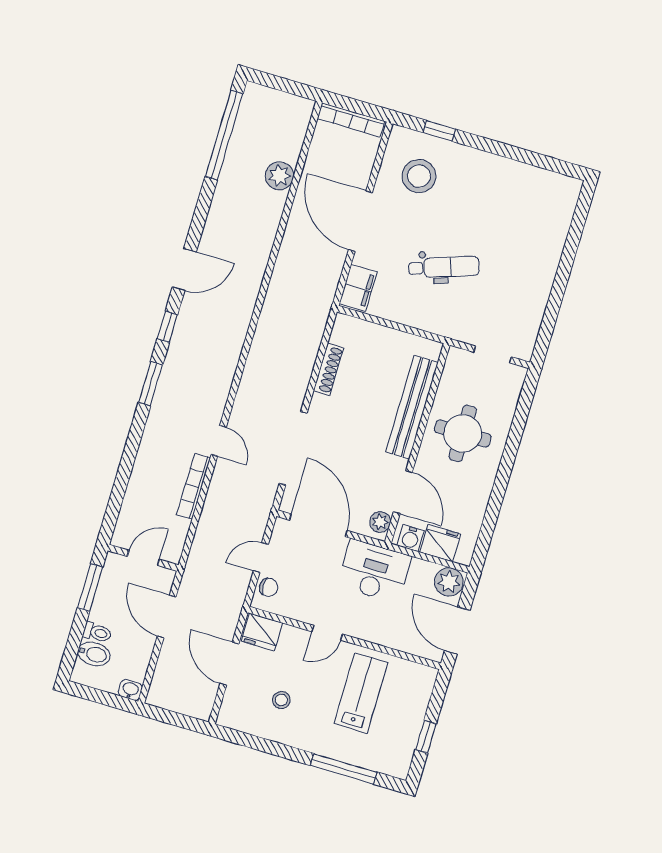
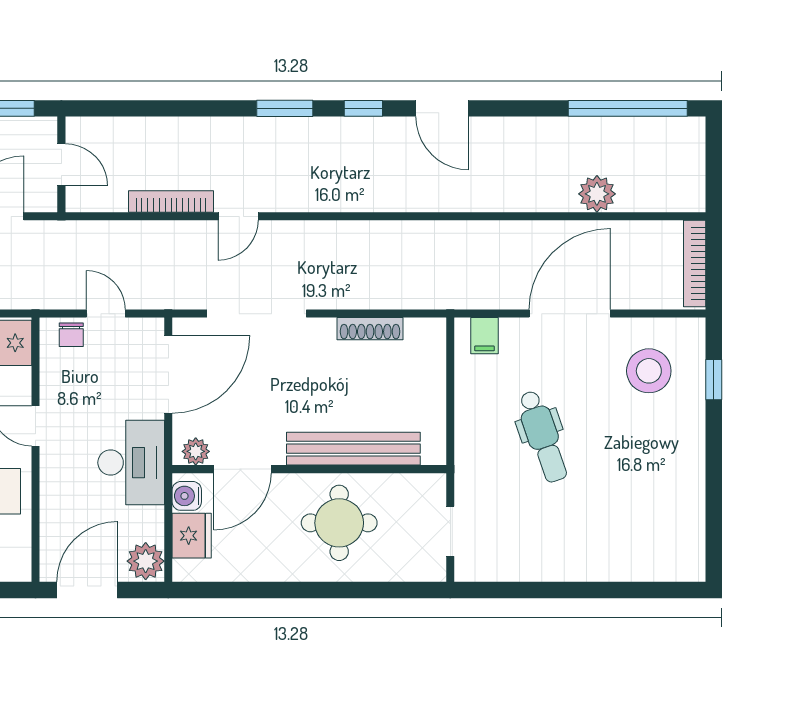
filing cabinet: (358, 288) -> (484, 336), width x0.50

